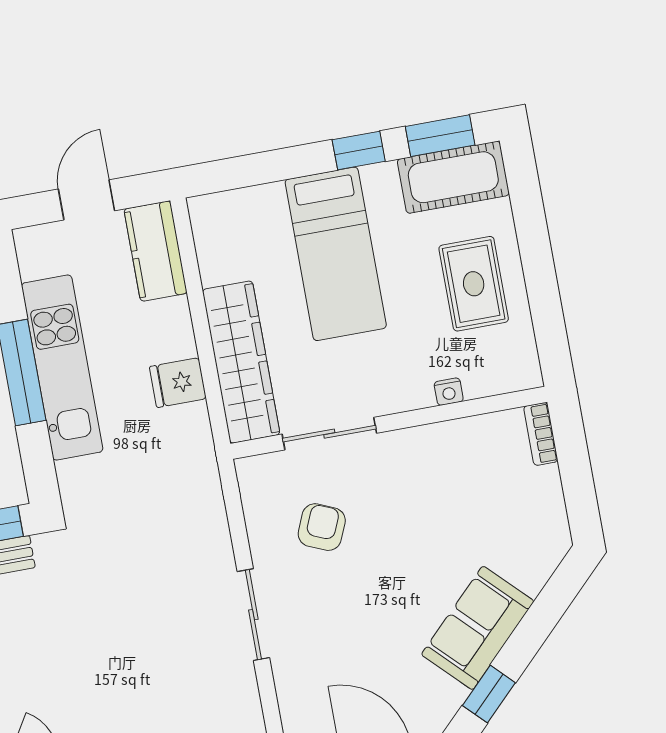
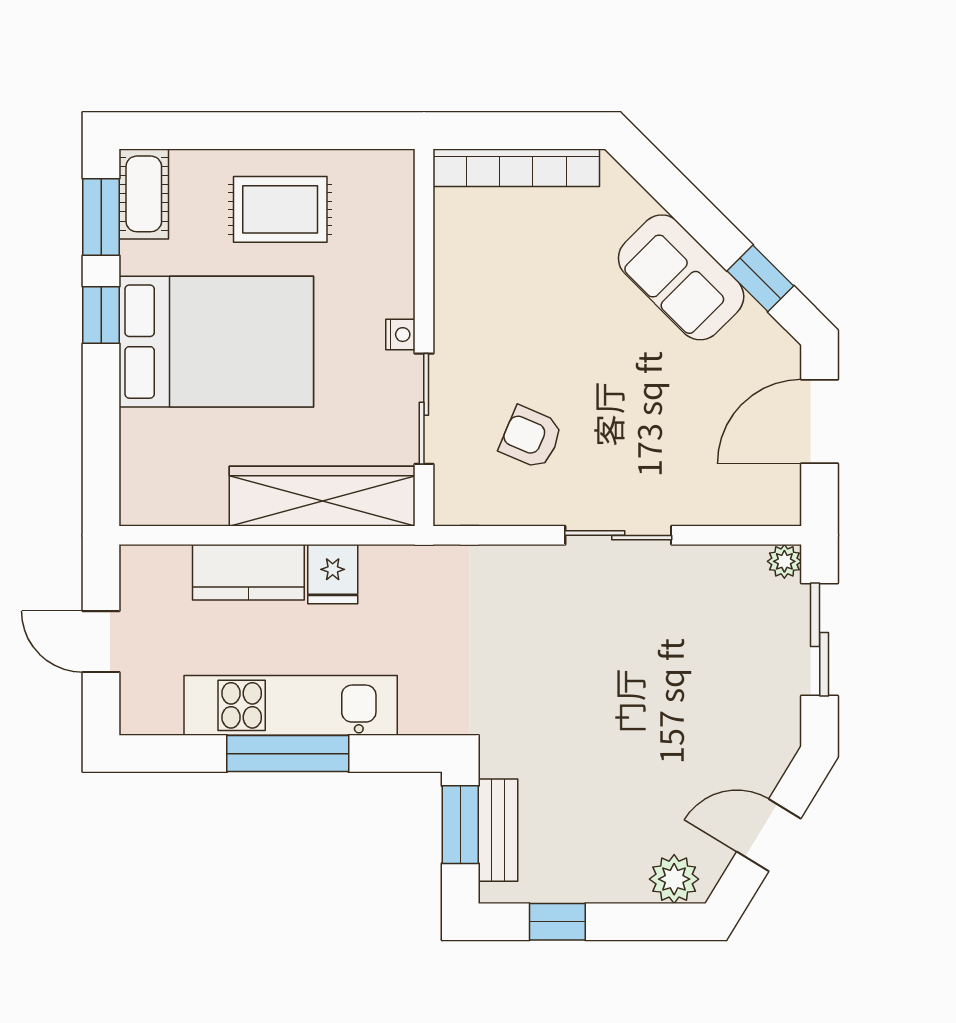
cot: (453, 177) -> (144, 194), width x0.73, depth x0.75
kitchen counter: (155, 251) -> (248, 572), moved
bed: (336, 254) -> (216, 342), width x1.50
nightstand: (449, 392) -> (400, 335), moved
bookcase: (541, 434) -> (516, 168), width x2.31, depth x1.31

